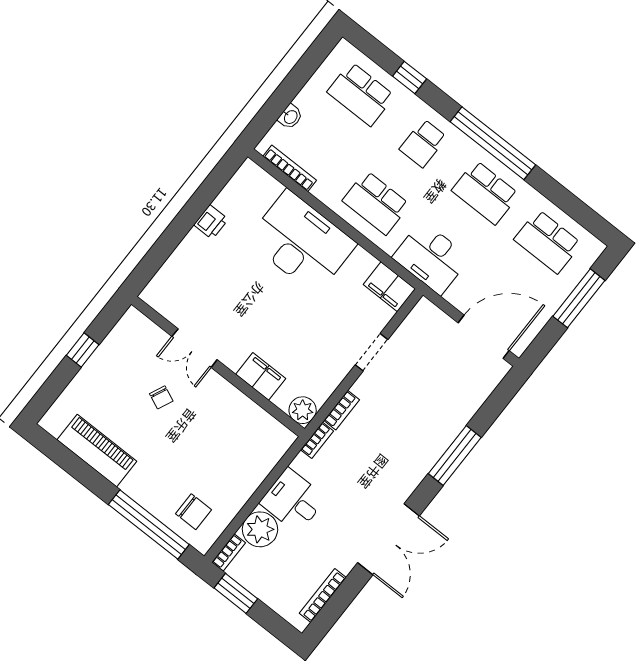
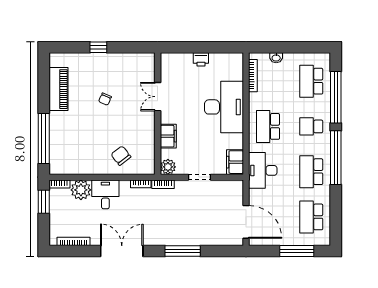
window: (410, 77) -> (336, 97), width x3.17
double door: (195, 348) -> (158, 97), moved
wall: (218, 366) -> (158, 114), moved
filing cabinet: (261, 376) -> (168, 136), moved
plant: (303, 410) -> (168, 167), moved
chair: (194, 512) -> (121, 156), moved, turned 142
double door: (388, 539) -> (122, 251), swing flipped

